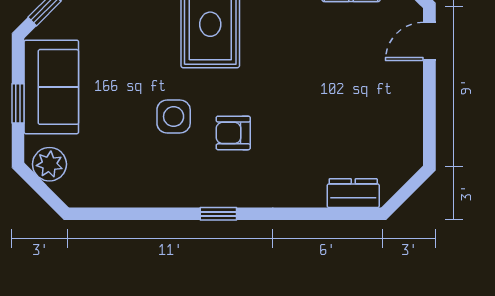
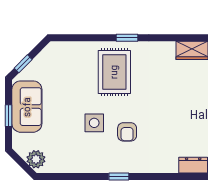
armchair: (233, 133) -> (127, 132), turned -90
plant: (49, 164) -> (36, 159), moved

